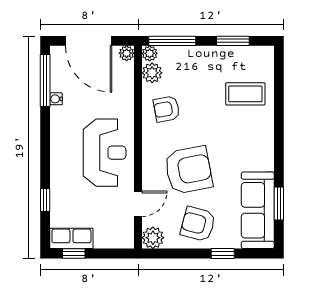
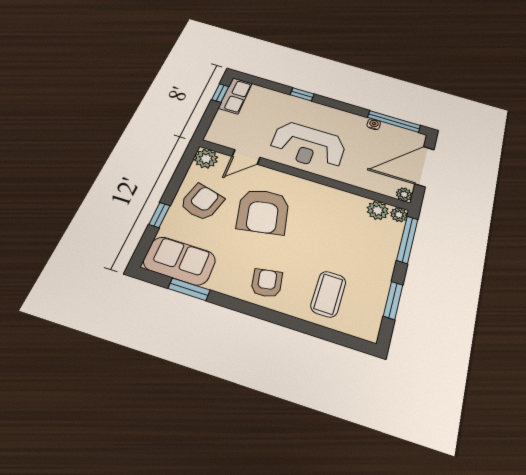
armchair: (167, 109) -> (267, 283), moved
window: (45, 200) -> (302, 94), moved
door: (138, 204) -> (246, 157), hinge flipped
sofa: (258, 210) -> (180, 261), width x0.73

